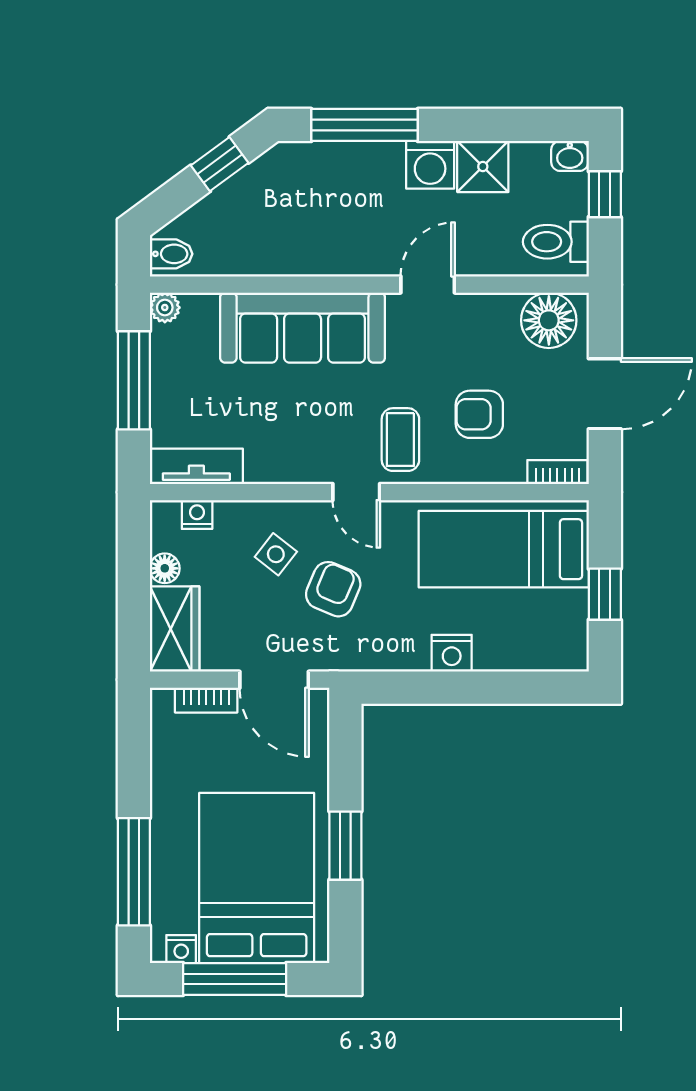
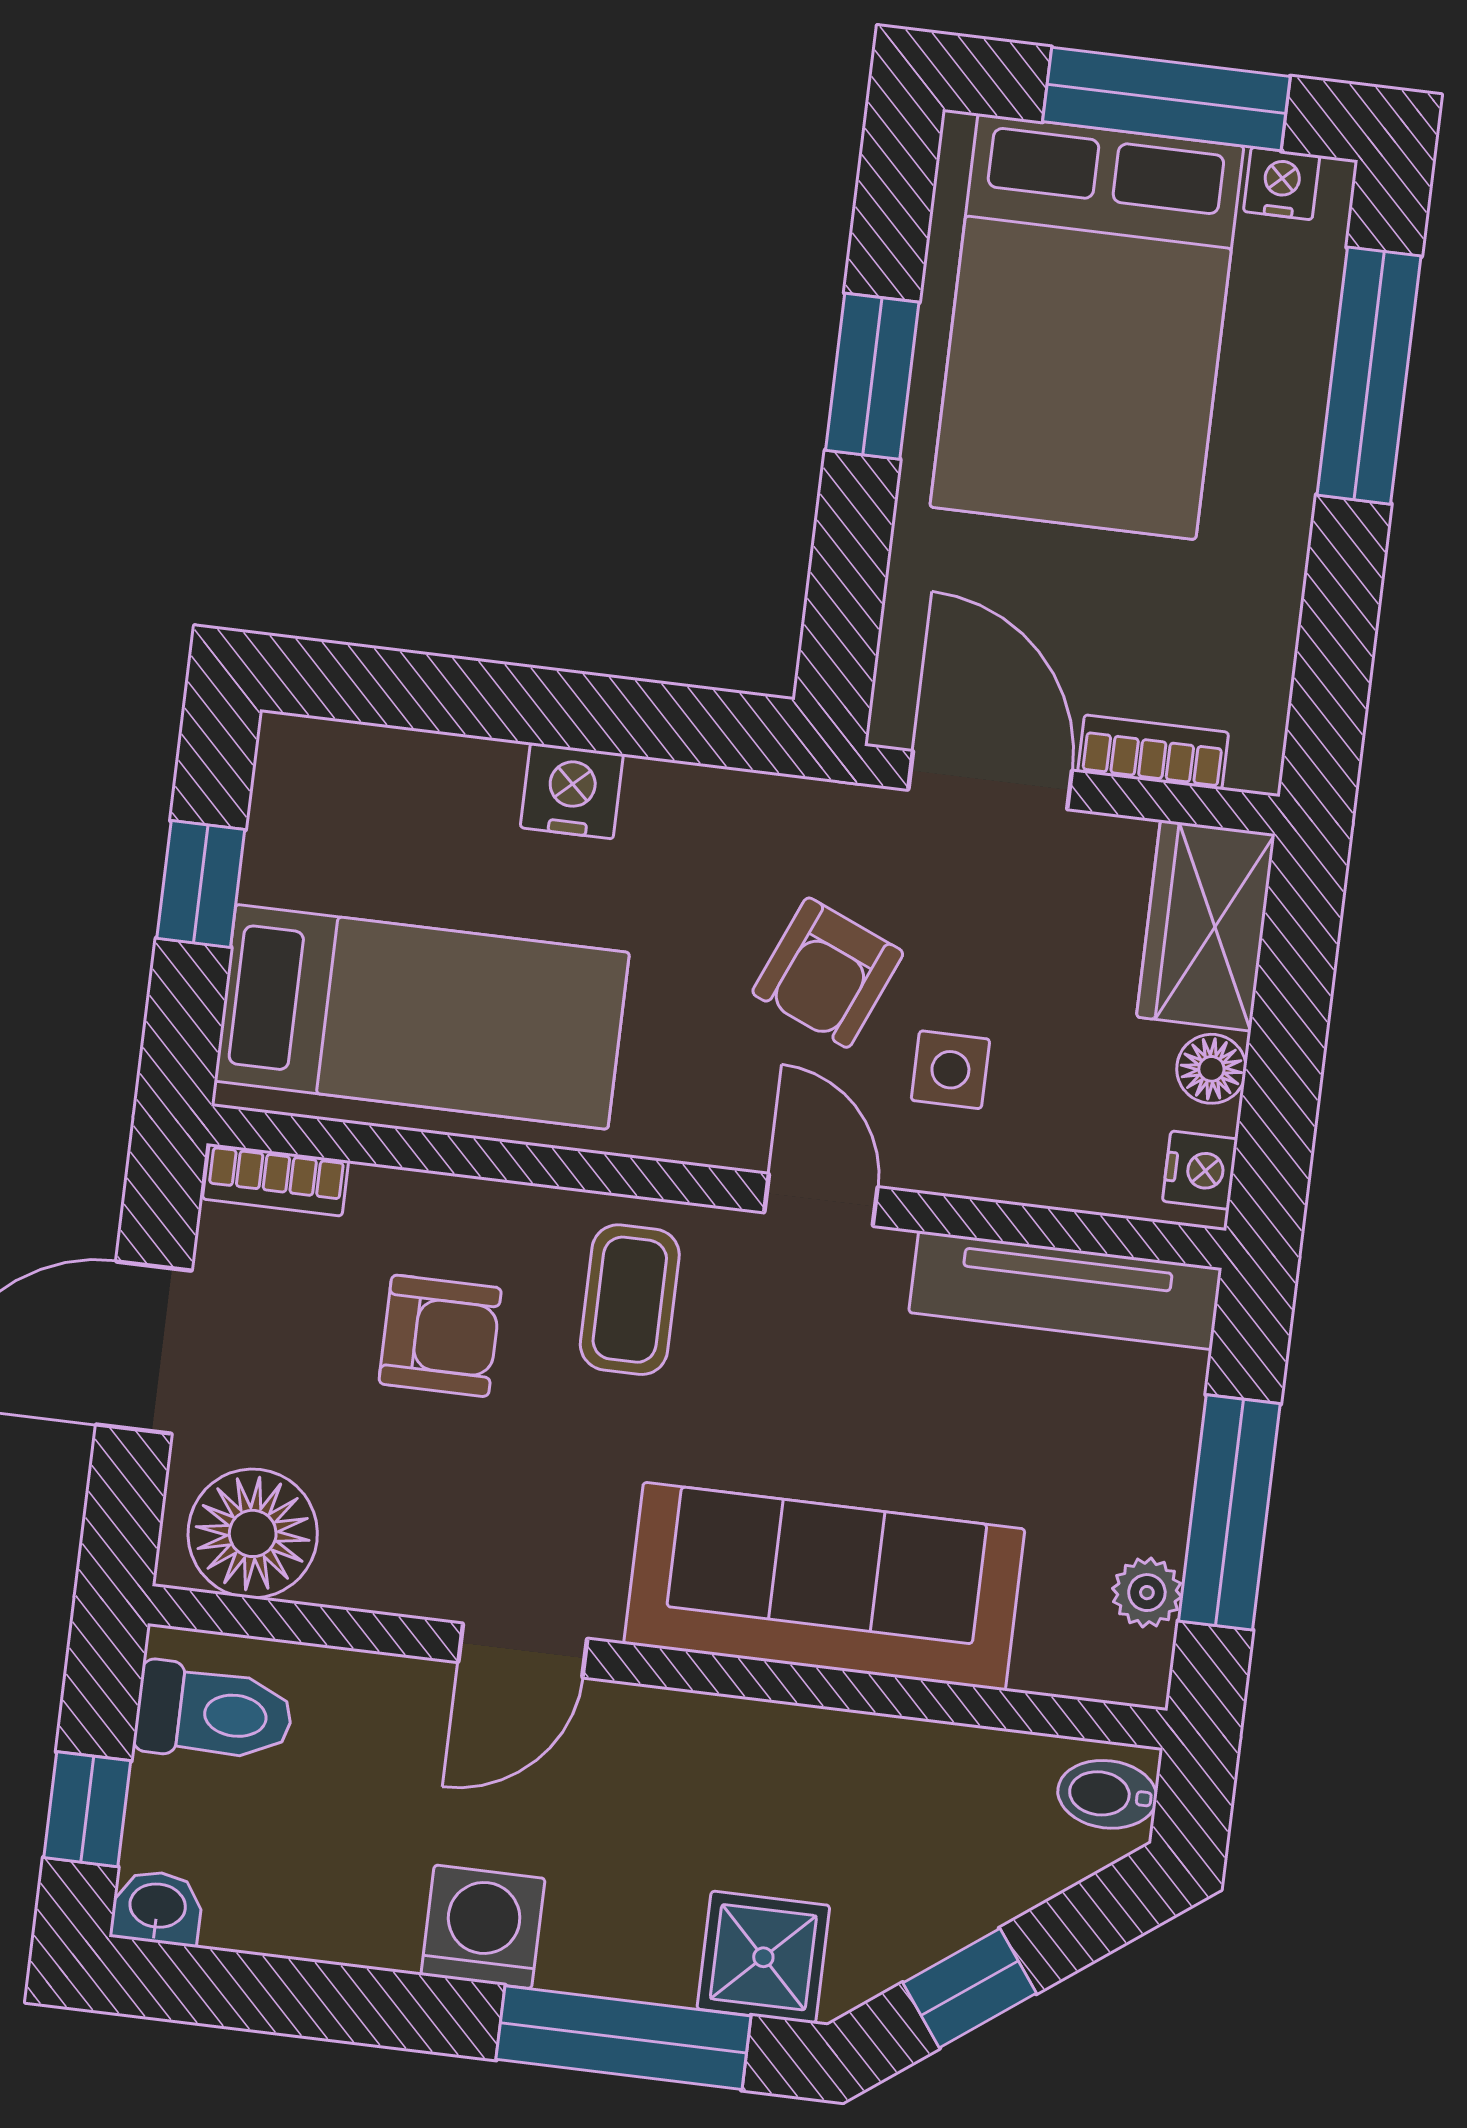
shower: (483, 167) -> (763, 1957), moved
plant: (165, 308) -> (1147, 1593), moved
tv unit: (196, 466) -> (1065, 1290), width x1.41
door: (356, 492) -> (821, 1200), moved
nightstand: (197, 515) -> (1200, 1170), moved, turned -90
side table: (276, 554) -> (950, 1070), turned -38

